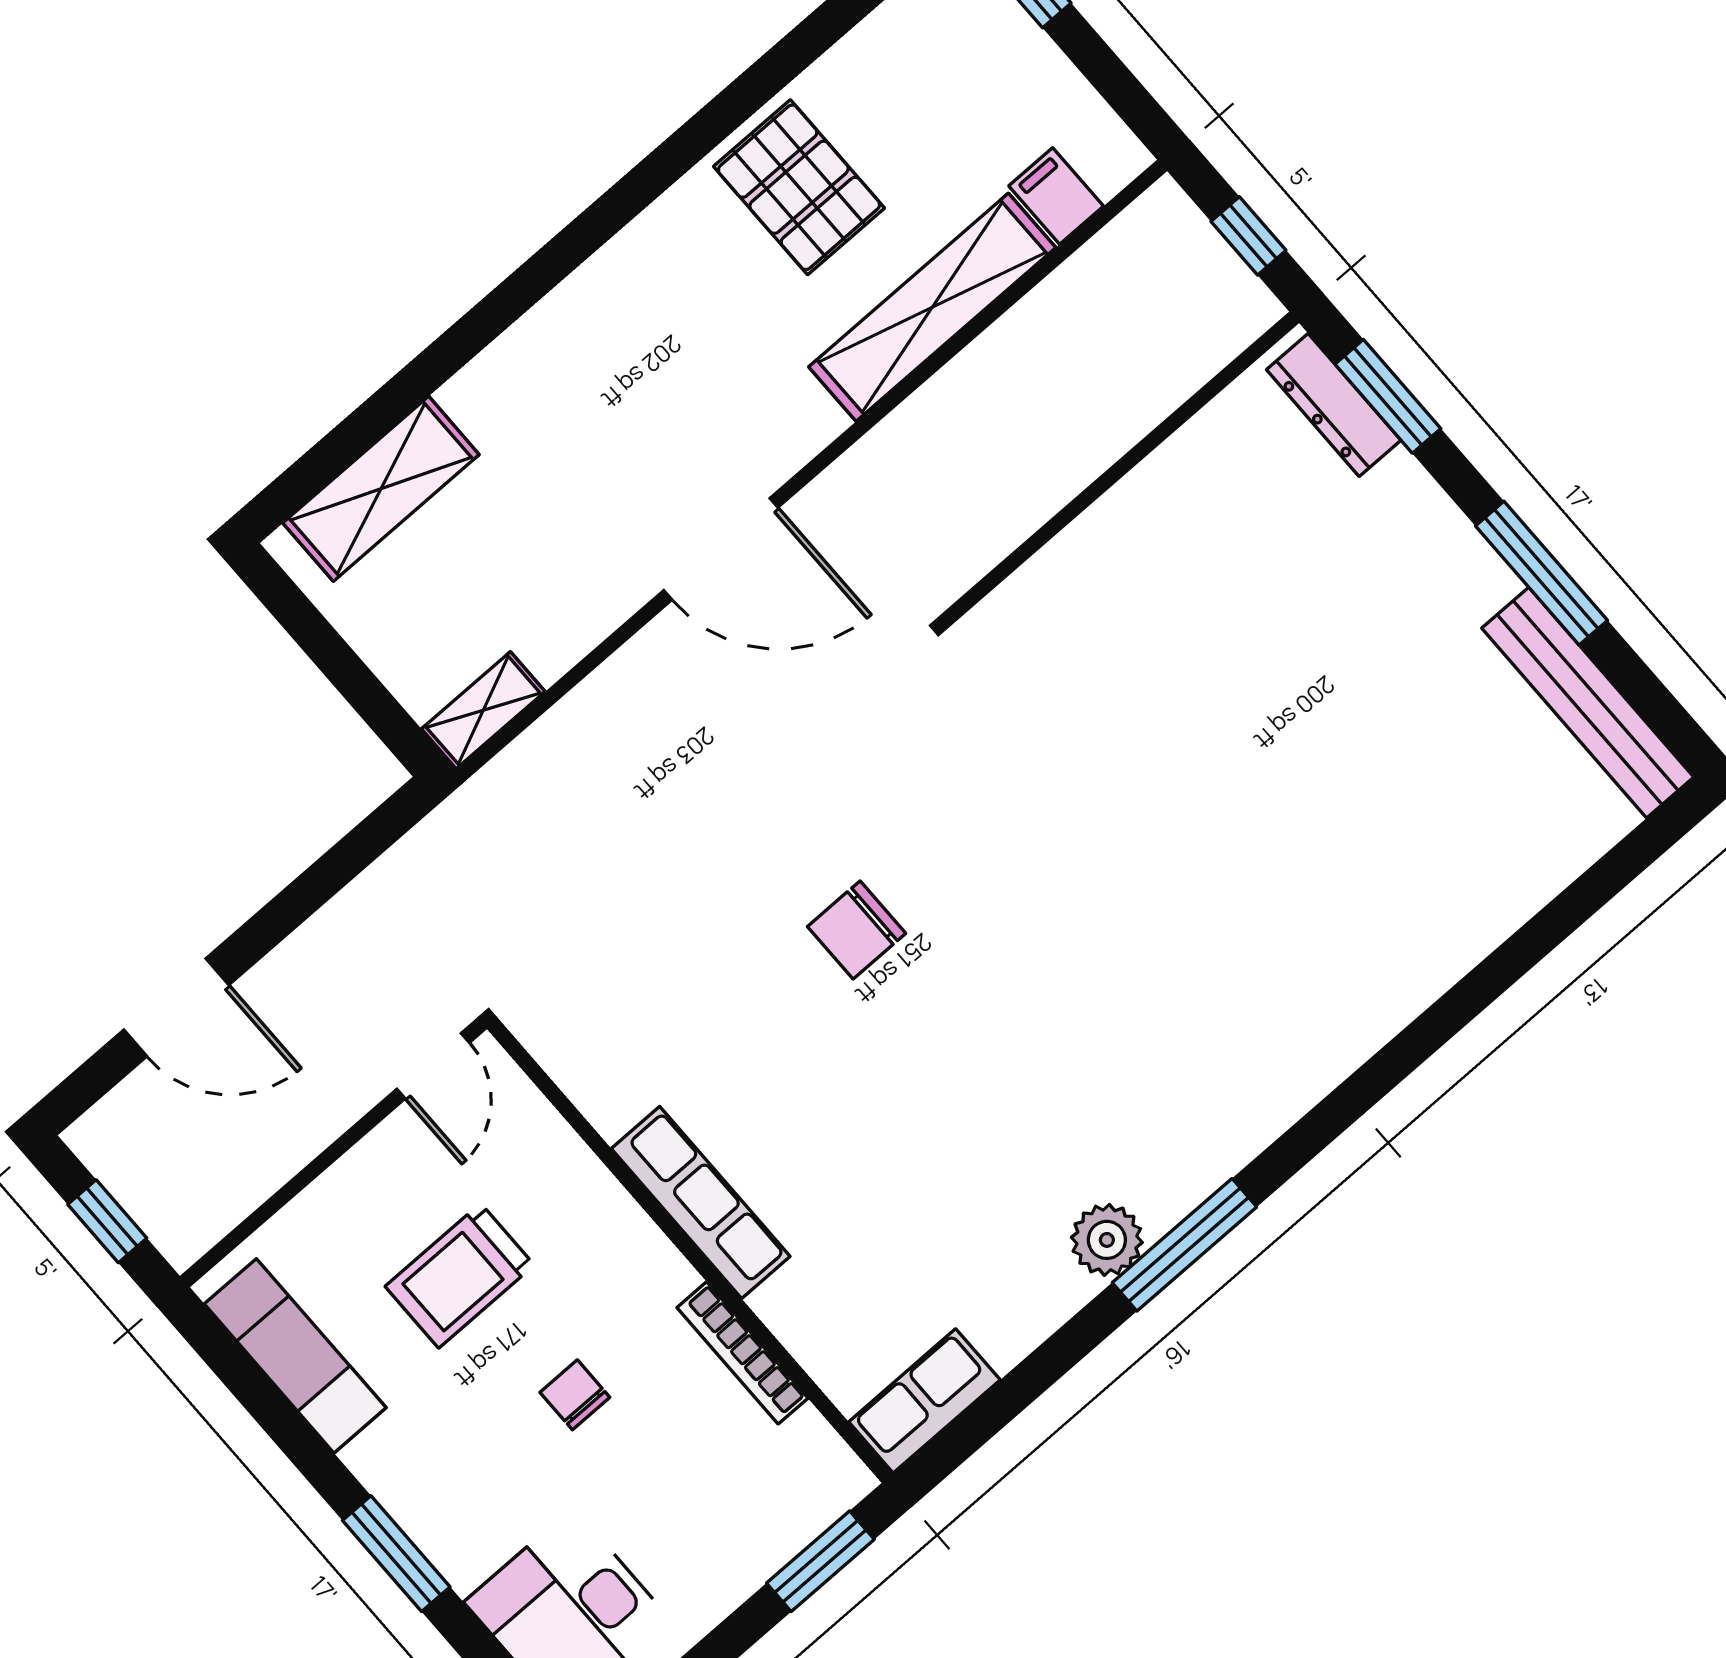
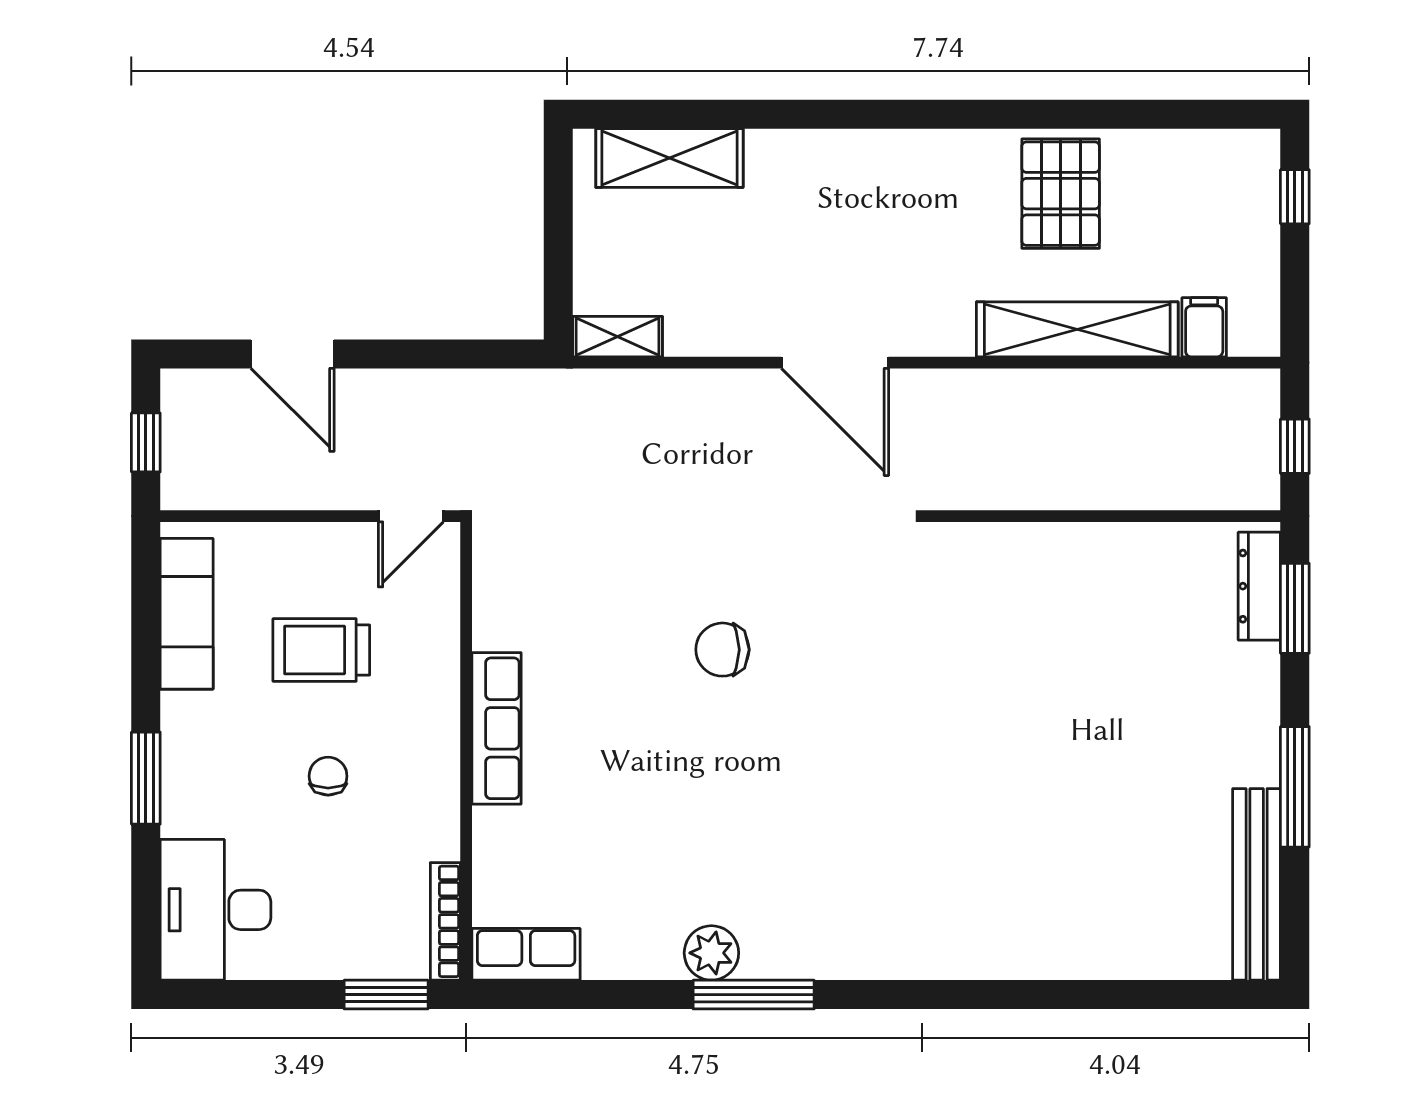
bookcase: (742, 1353) -> (445, 921), moved

